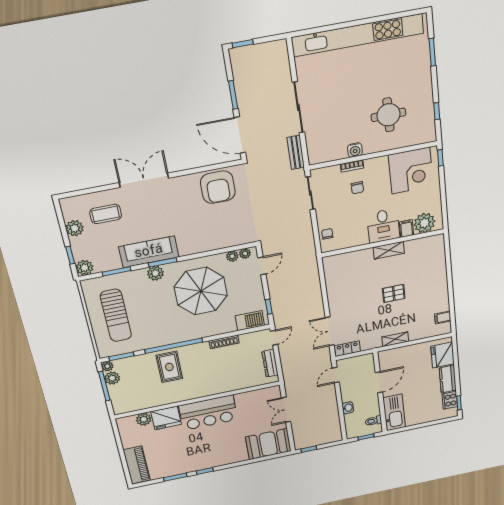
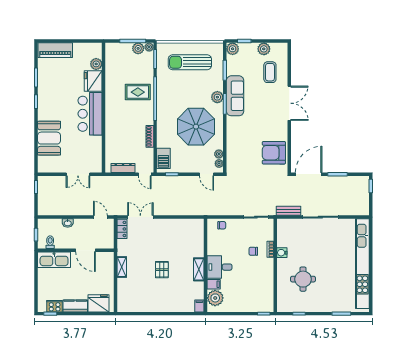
corner desk: (411, 171) -> (258, 291), removed
filing cabinet: (443, 317) -> (199, 306), moved
double door: (286, 410) -> (78, 174), swing flipped
booth: (268, 444) -> (49, 138), moved

